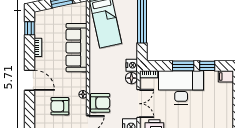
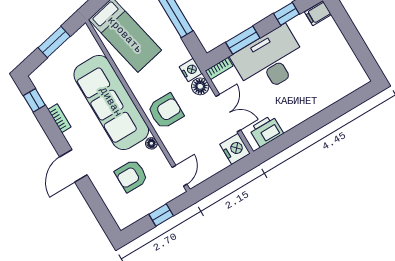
sofa: (77, 48) -> (111, 102), width x1.36, depth x1.27
window: (183, 66) -> (243, 40), moved
door: (29, 80) -> (73, 166), swing flipped
armchair: (100, 103) -> (165, 111), moved

